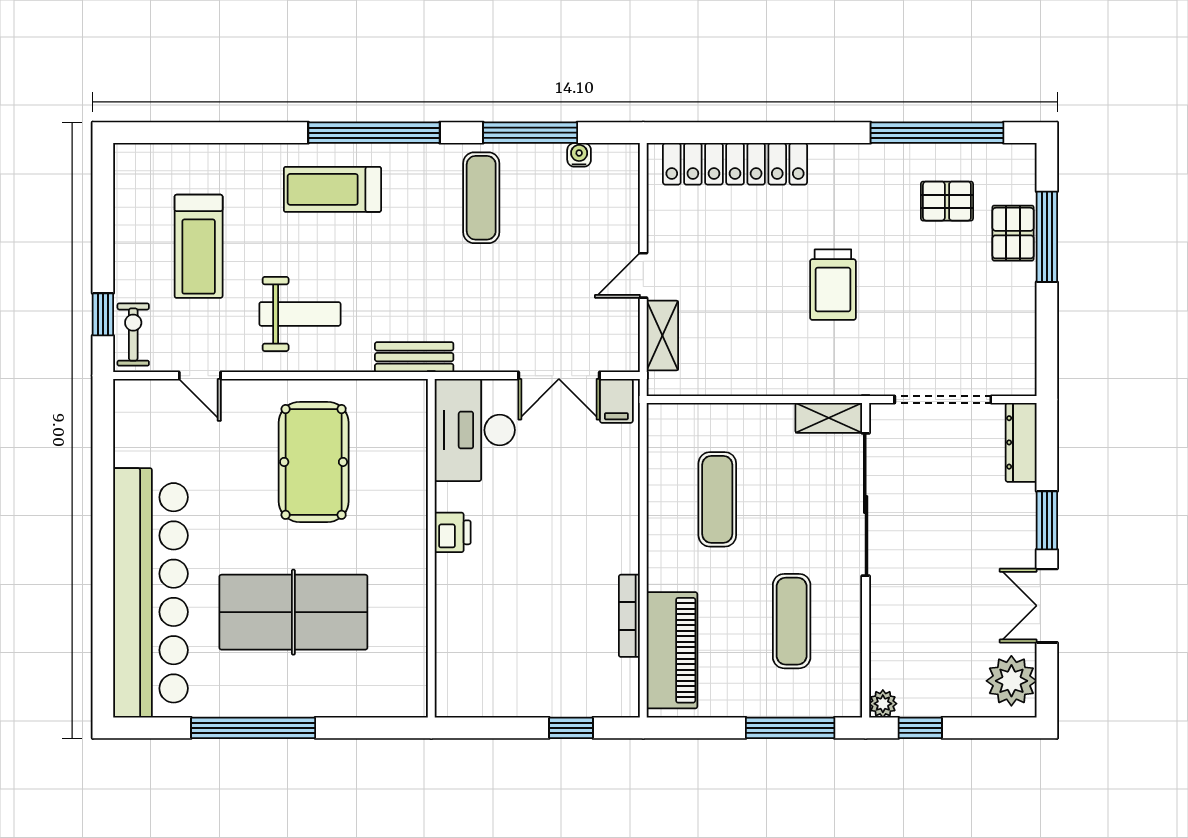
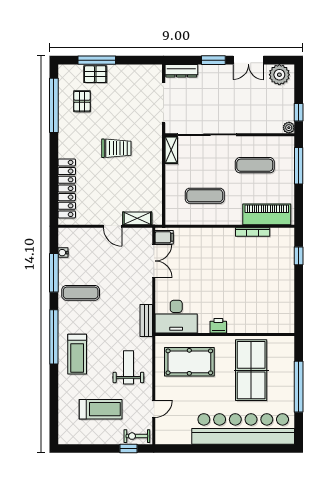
desk: (475, 430) -> (176, 317), moved
printer: (453, 532) -> (218, 326), moved
wall: (431, 548) -> (225, 335), moved

